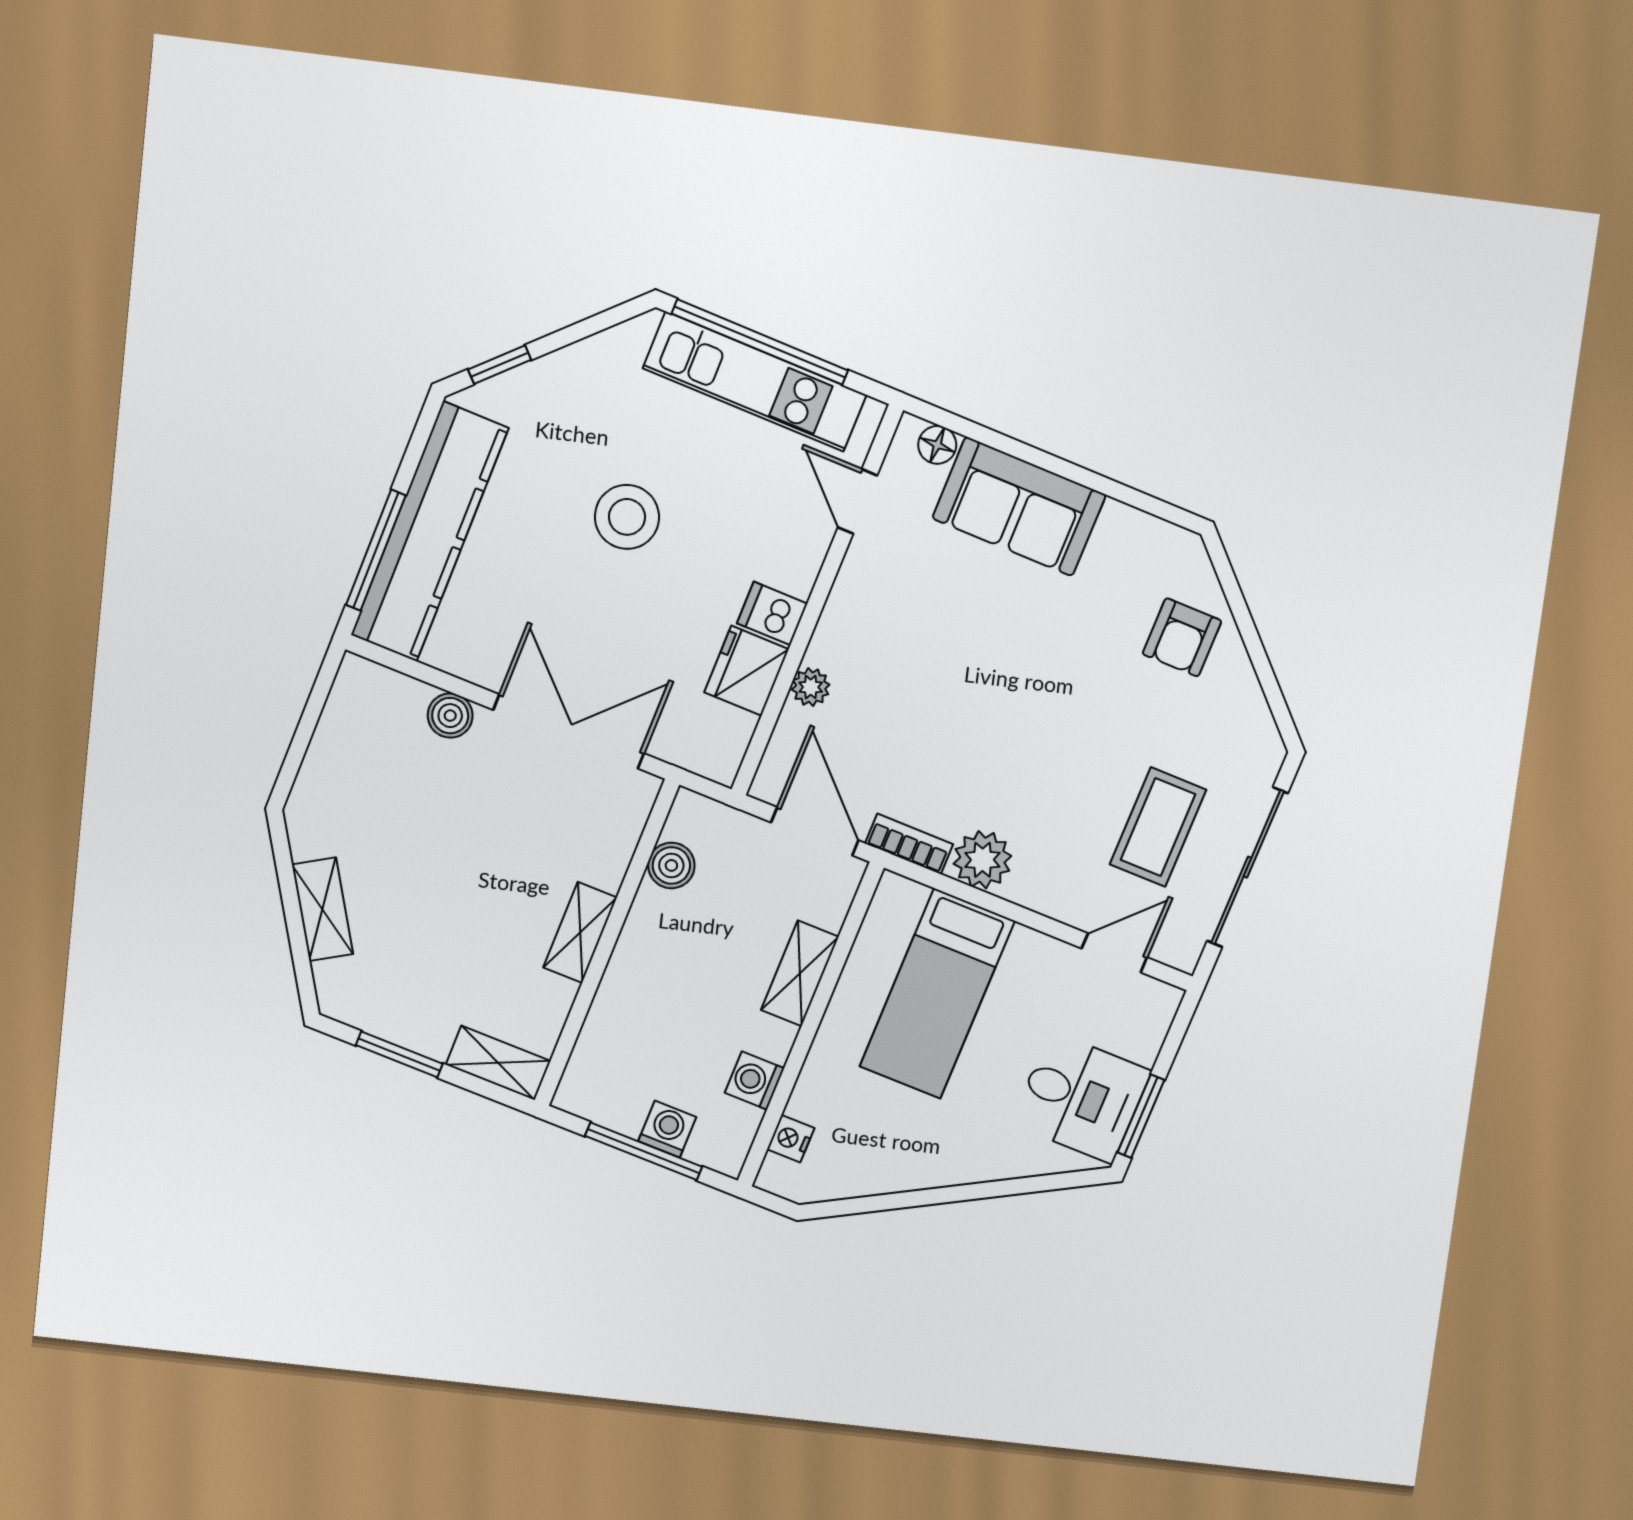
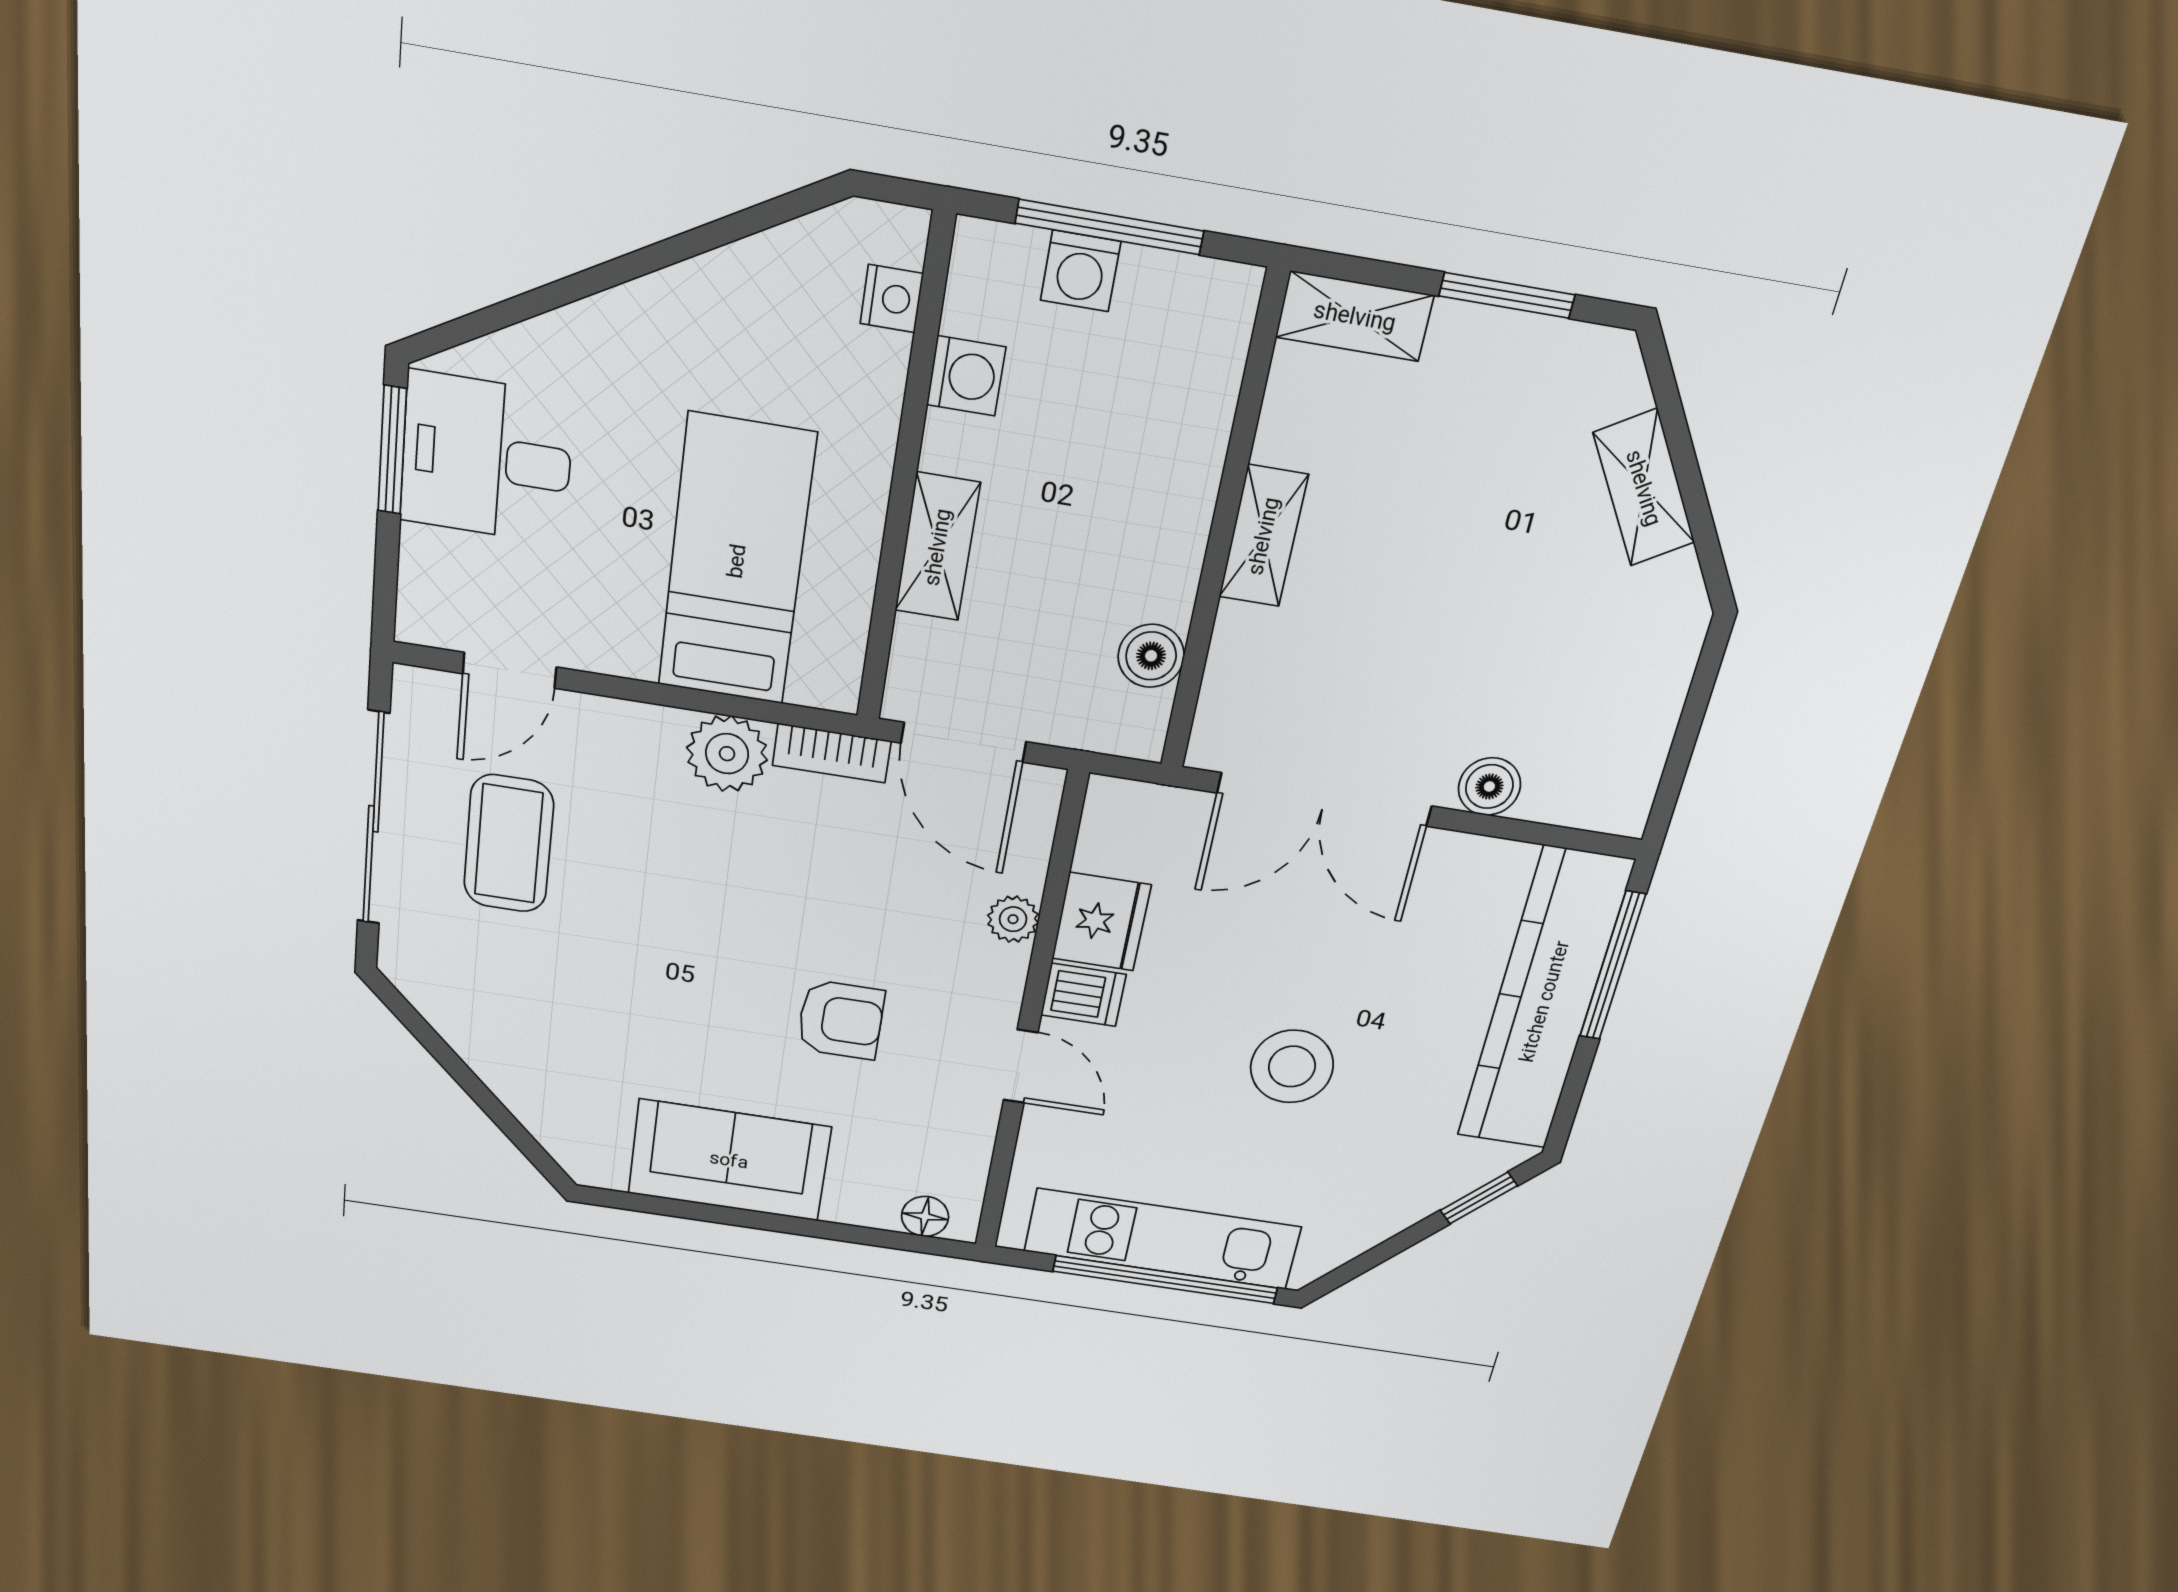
door: (858, 501) -> (1021, 1066), moved
sofa: (1019, 507) -> (729, 1160), moved
armchair: (1182, 637) -> (841, 1020), moved, turned 90

